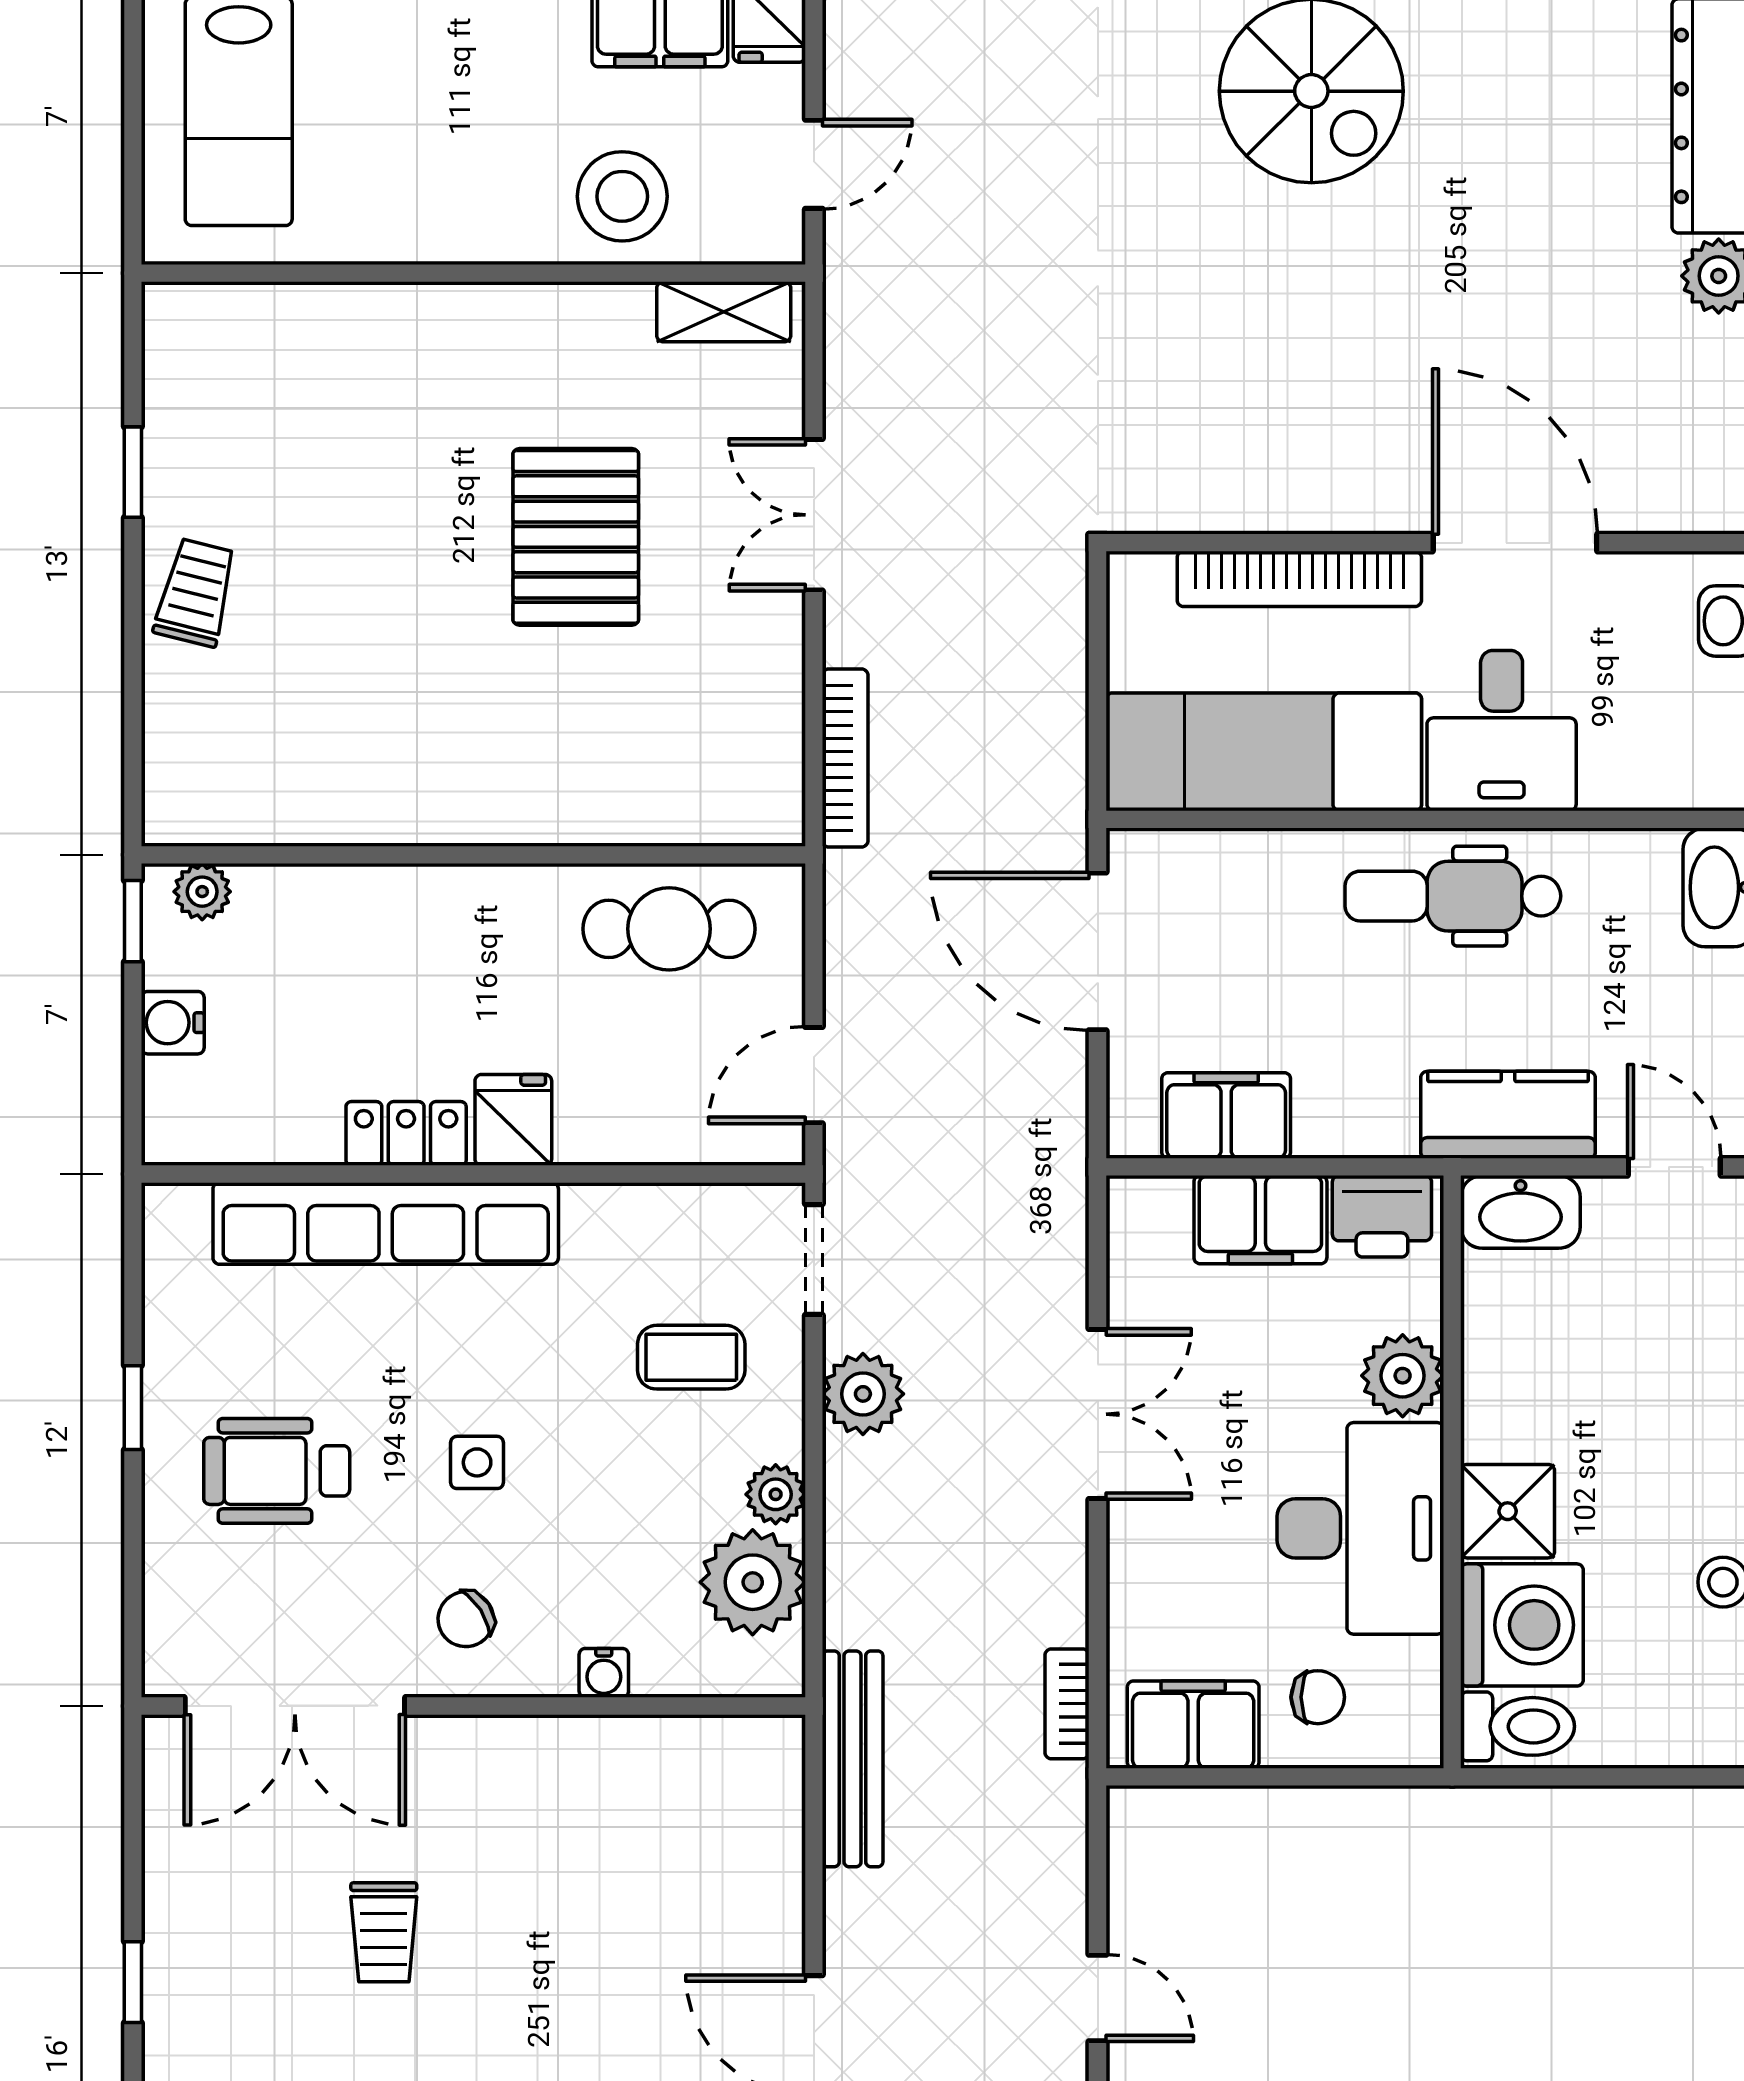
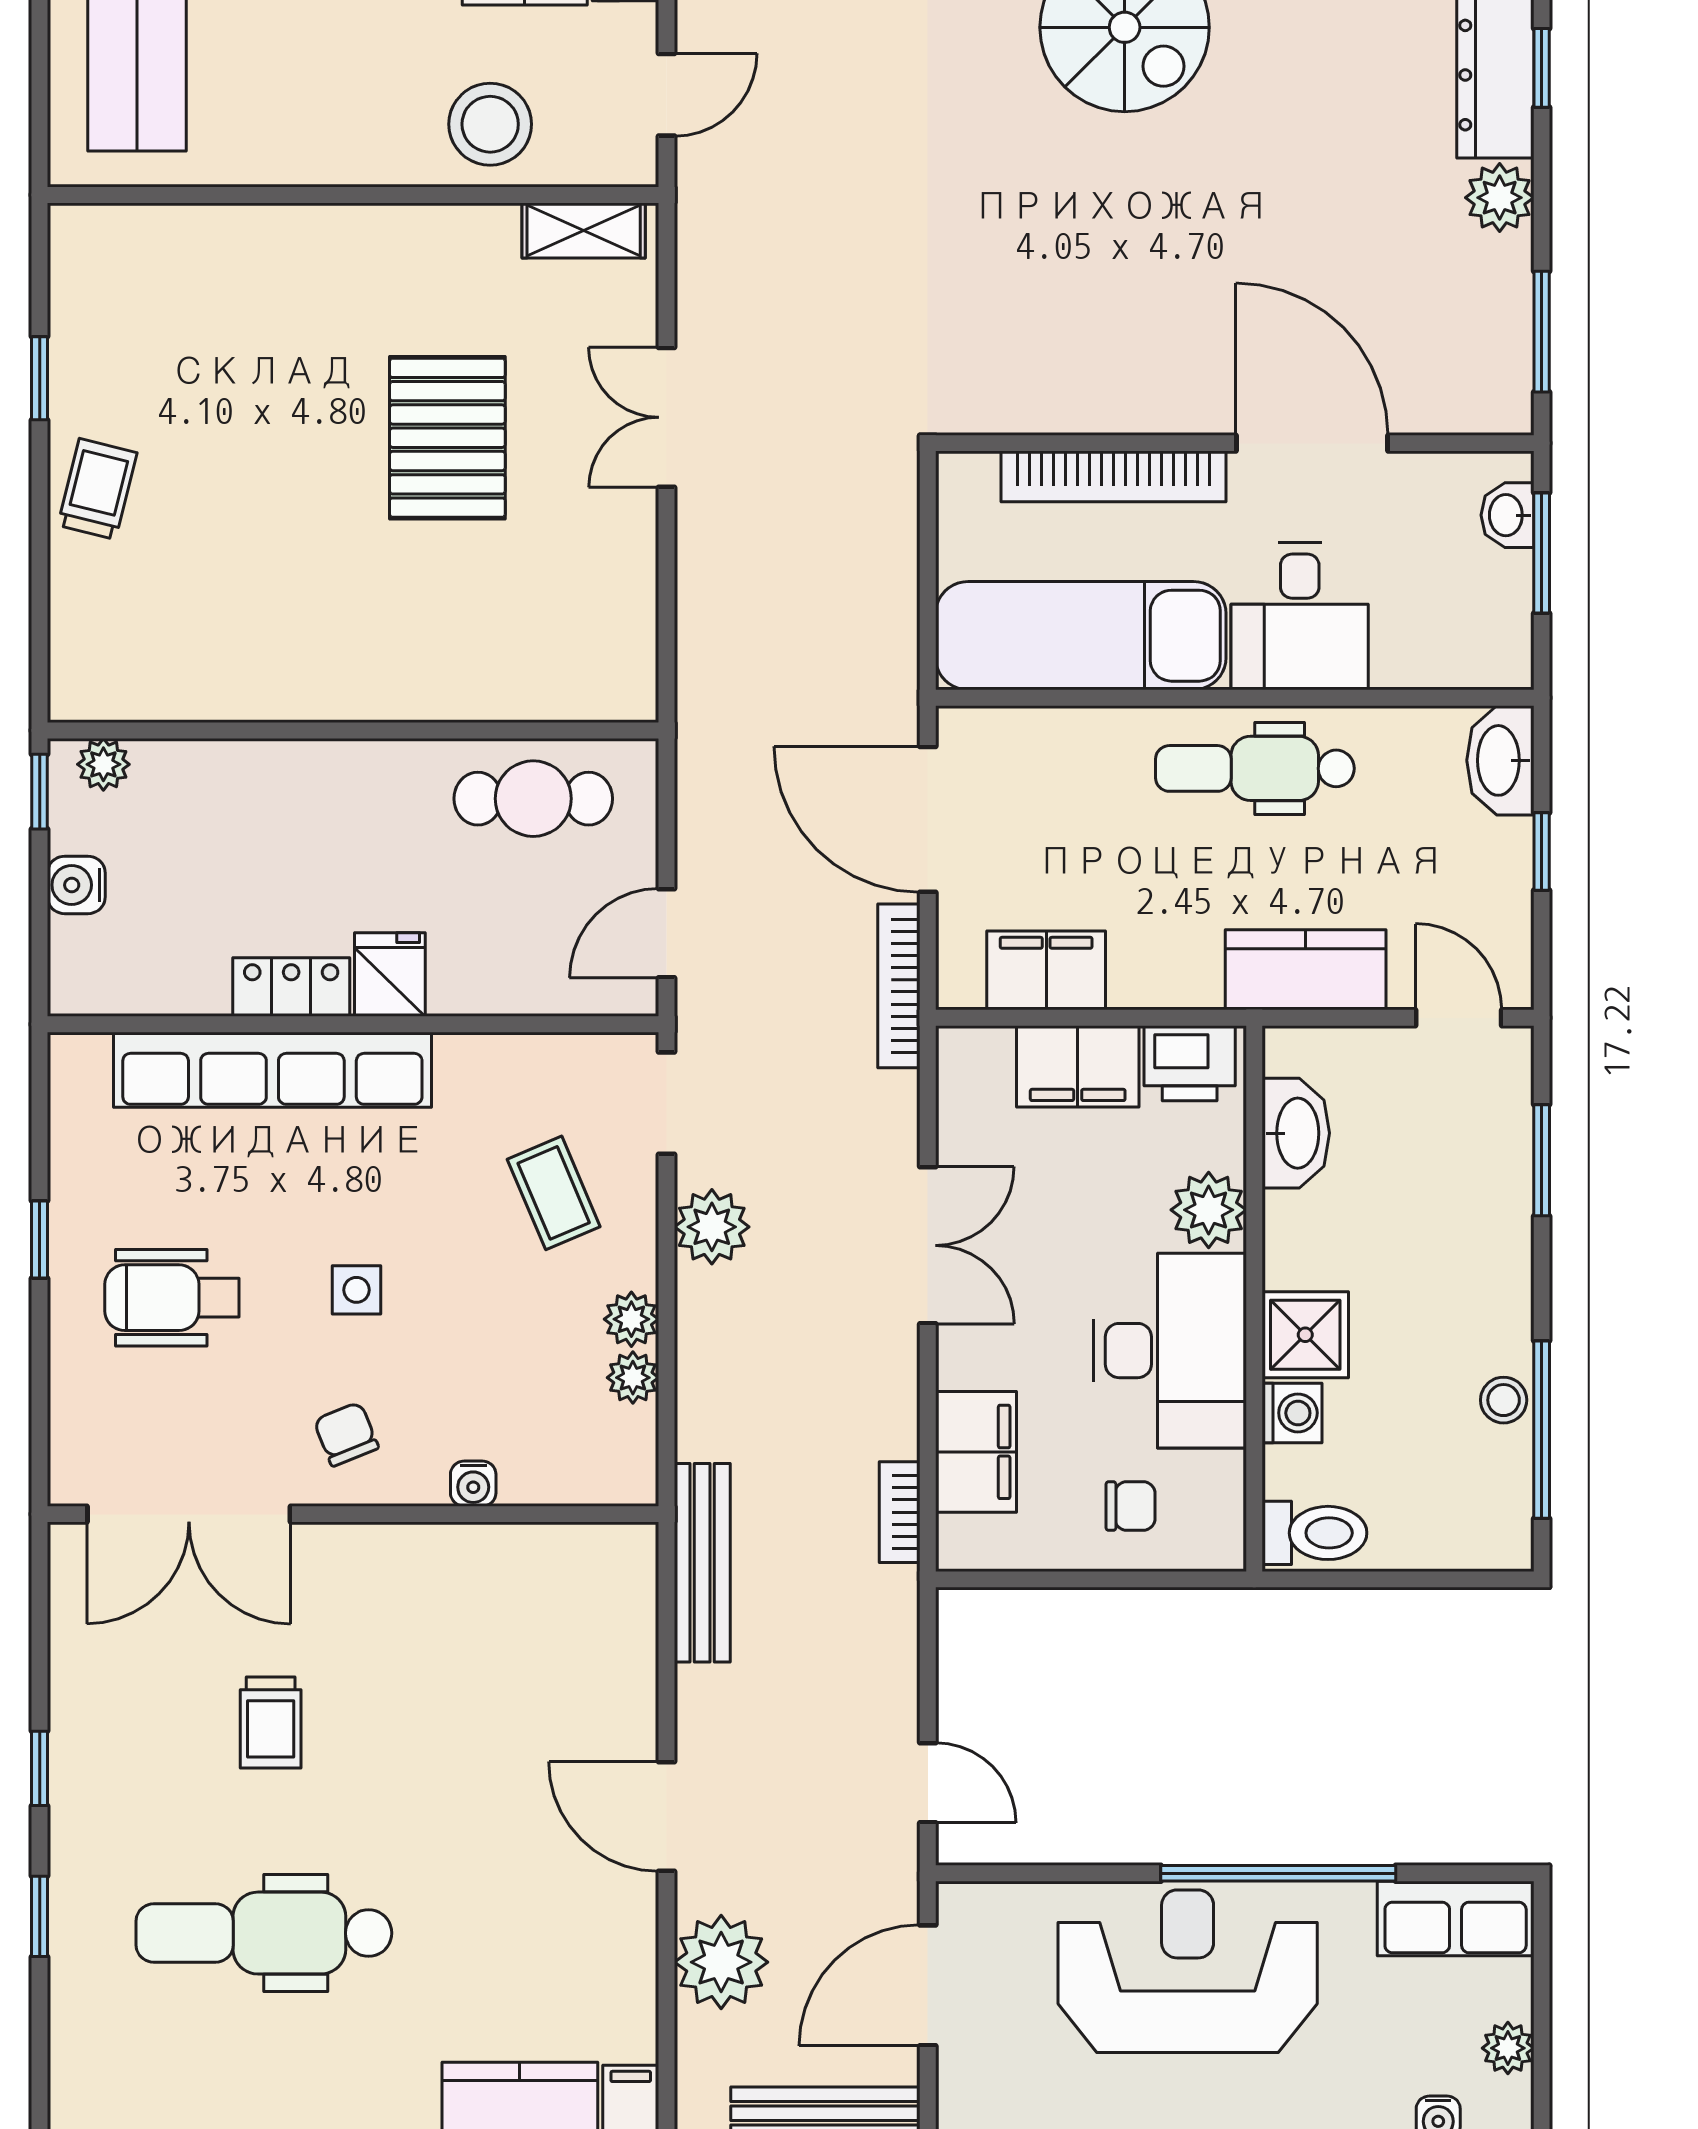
bookcase: (845, 758) -> (899, 986), moved, turned 180
washbasin: (1520, 1212) -> (1296, 1133), moved, turned -90
coffee table: (691, 1357) -> (554, 1193), turned 67
plant: (753, 1582) -> (633, 1378), width x0.53, depth x0.53
chair: (466, 1619) -> (346, 1434), turned 101
washing machine: (1522, 1625) -> (1292, 1413), width x0.53, depth x0.53
filing cabinet: (1193, 1725) -> (976, 1452), moved, turned 90

